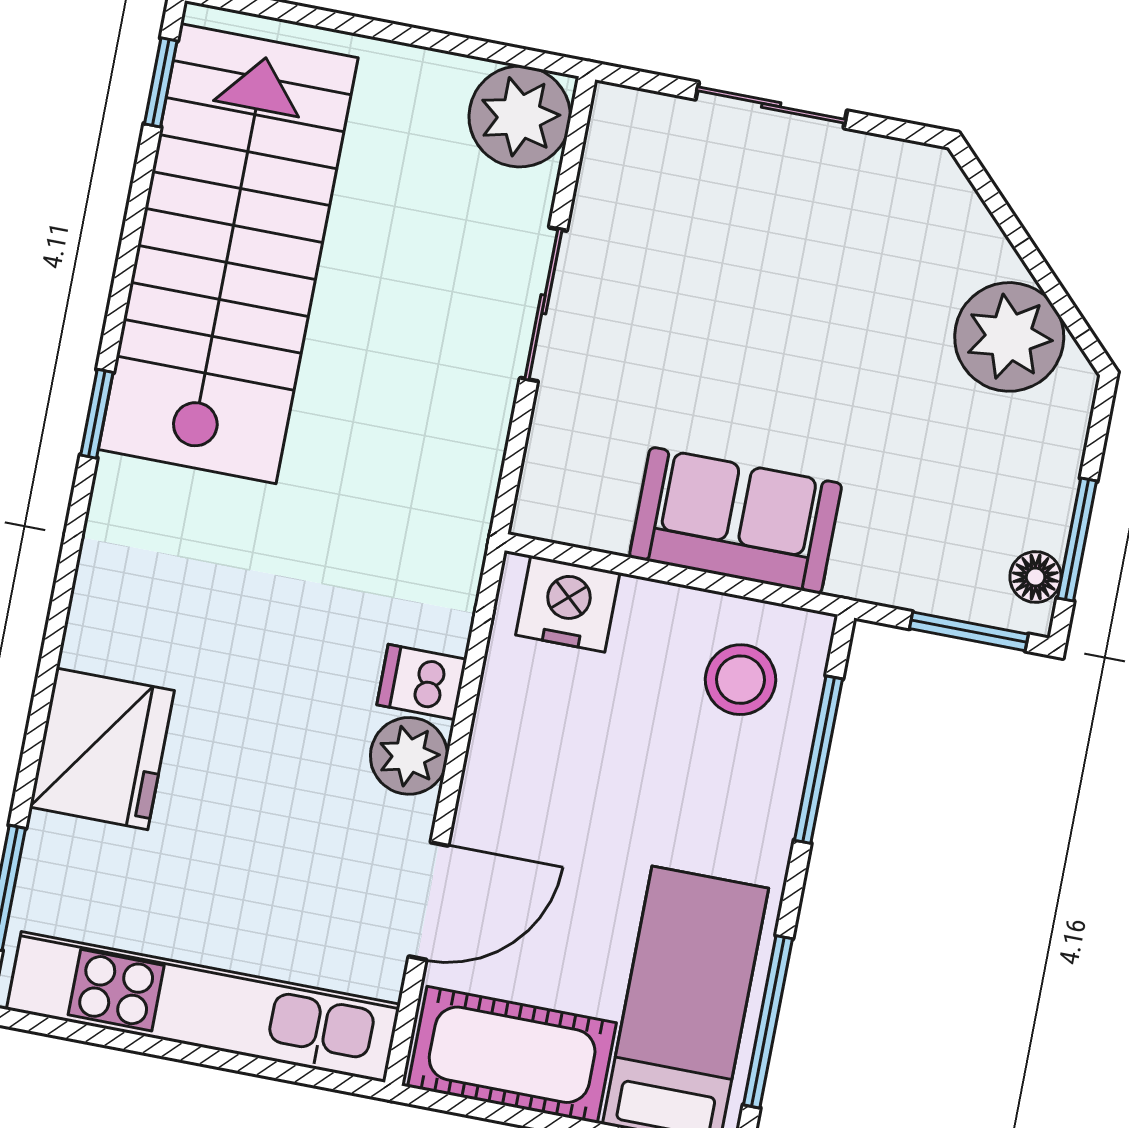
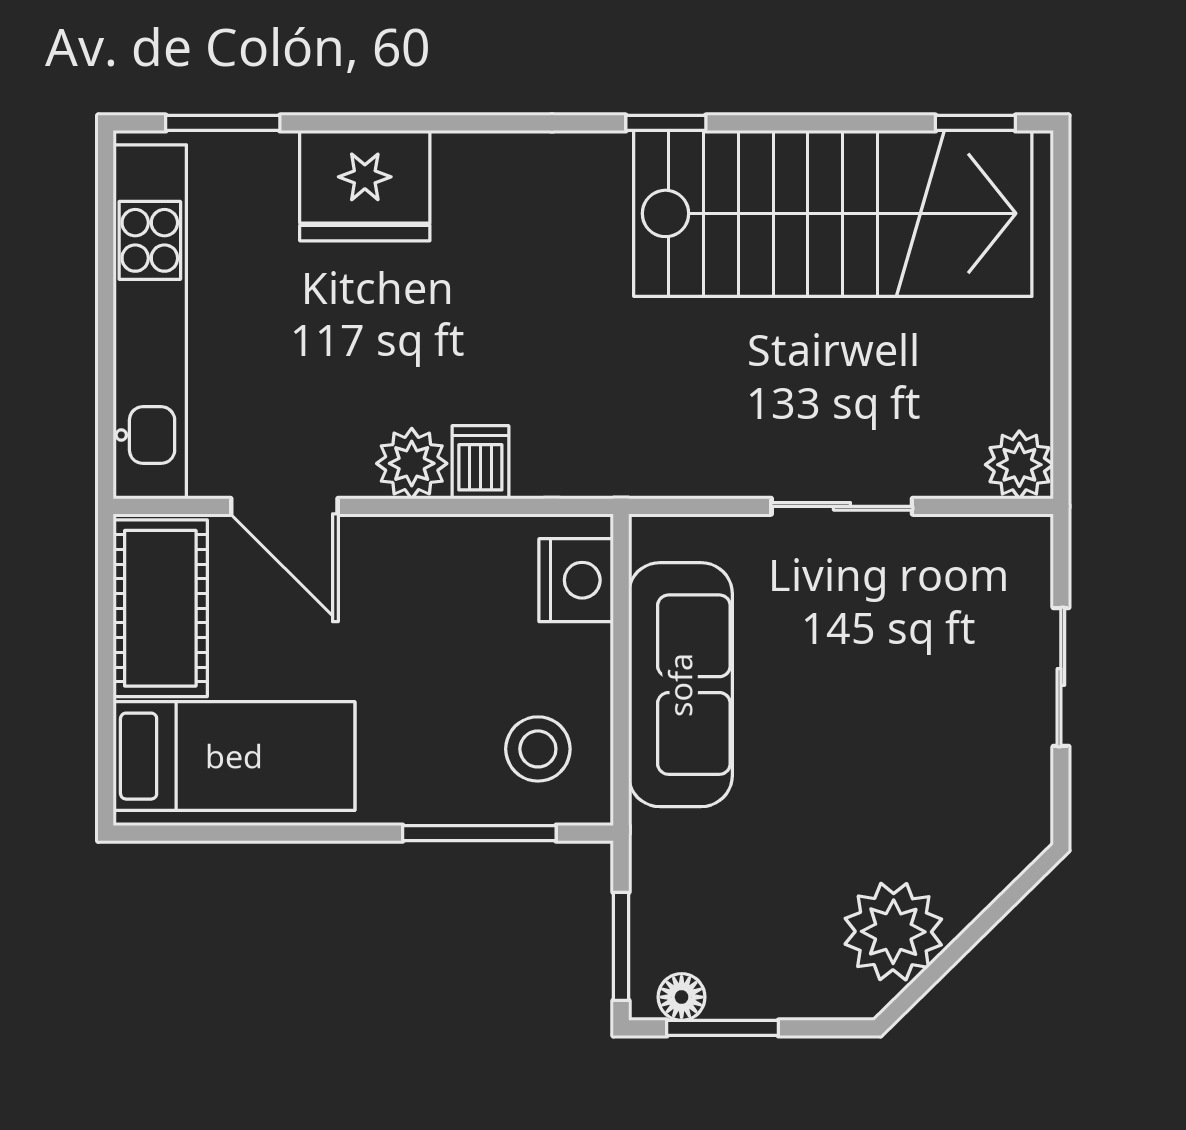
plant: (520, 116) -> (1019, 465), width x0.73, depth x0.73
sofa: (736, 521) -> (680, 685), width x1.36
window: (768, 1022) -> (234, 833), removed

